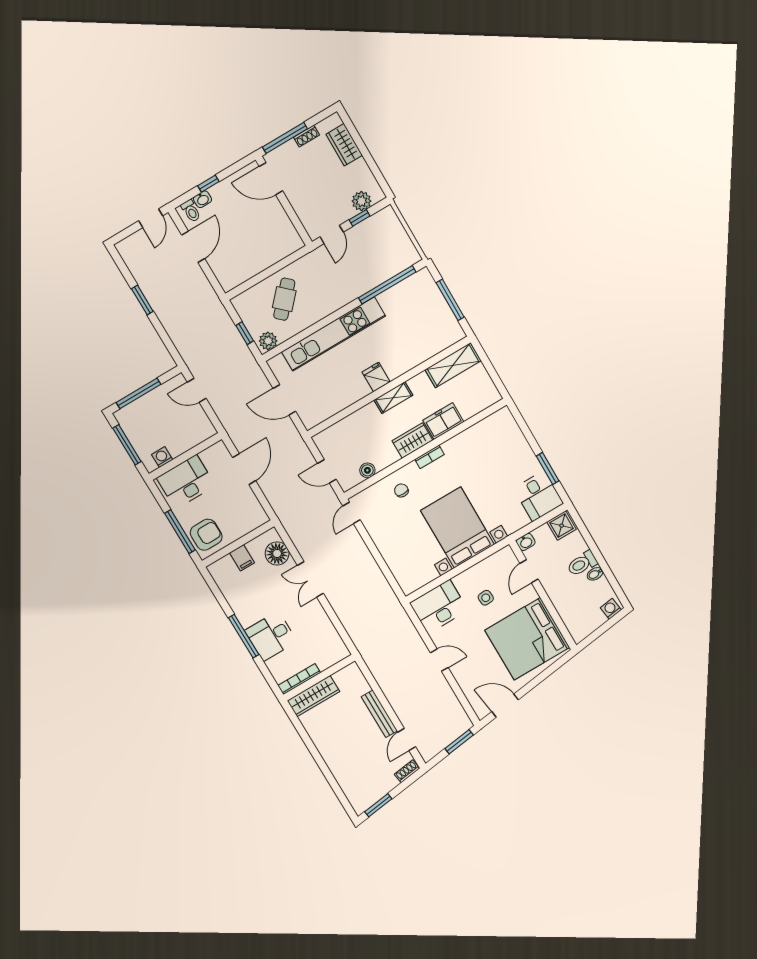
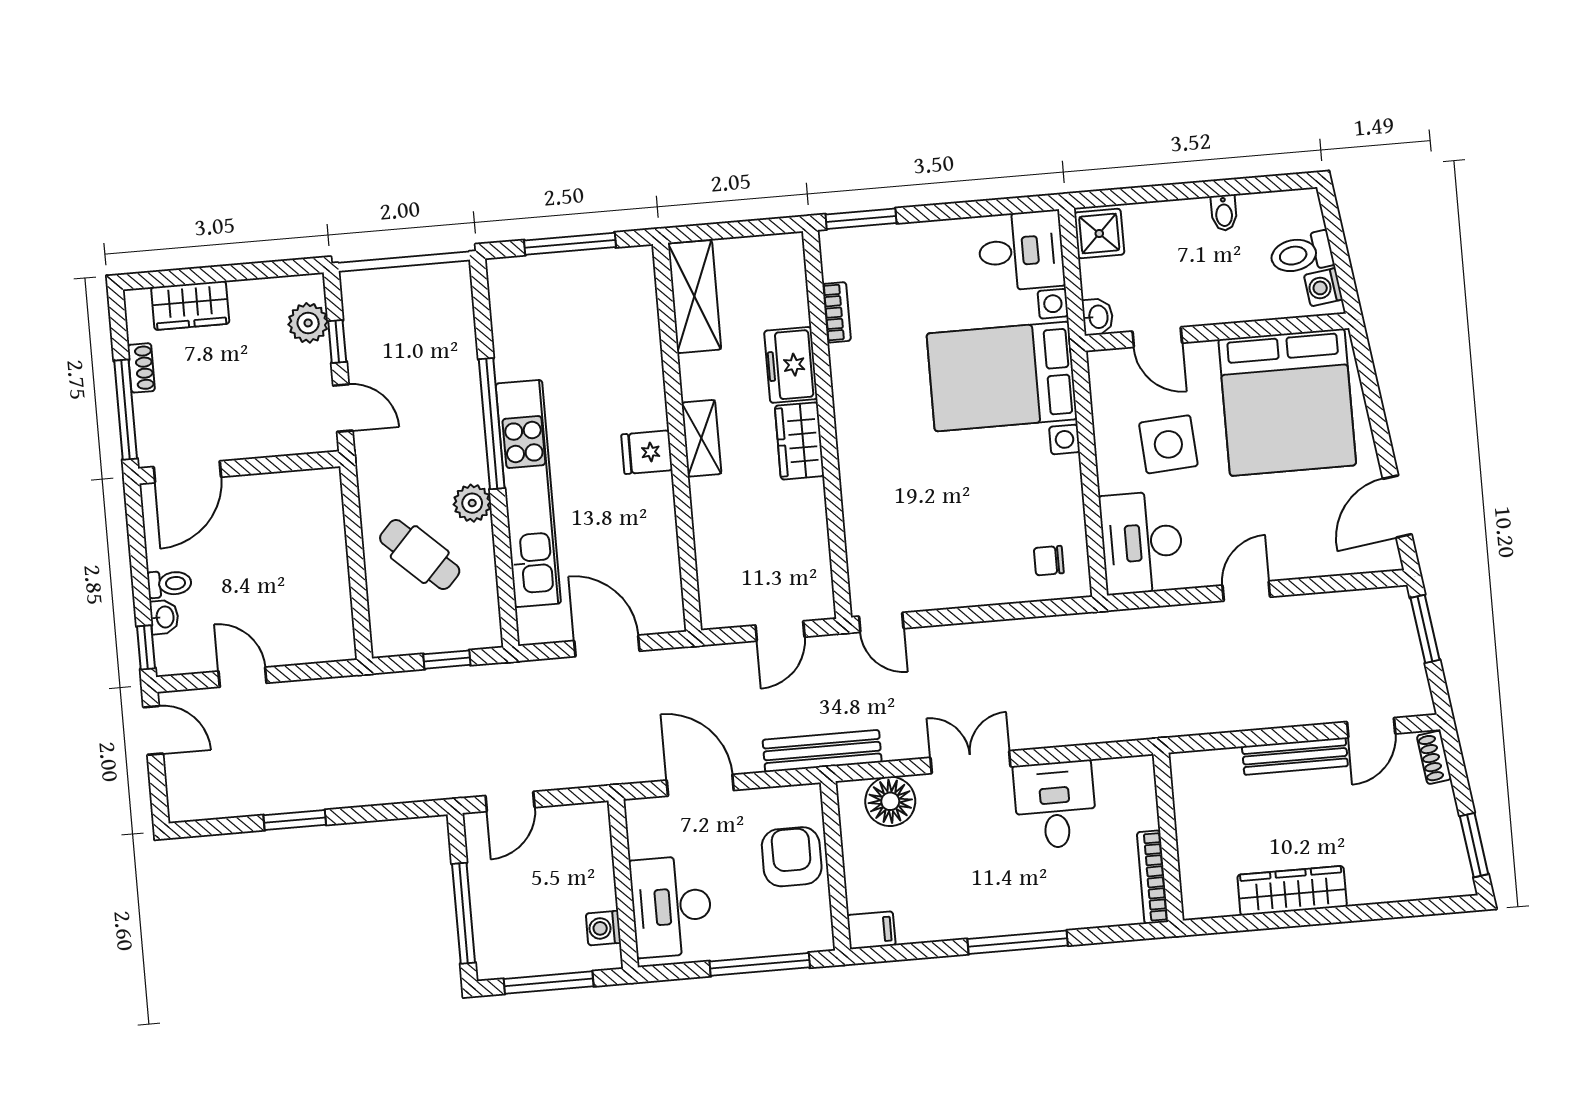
window: (208, 184) -> (146, 647), moved
toilet: (191, 211) -> (169, 584), moved
door: (193, 247) -> (242, 677), width x0.73
window: (387, 285) -> (492, 424), moved
plant: (268, 341) -> (472, 503), moved
door: (284, 400) -> (607, 646), swing flipped
bookcase: (429, 457) -> (837, 312), moved
window: (548, 469) -> (861, 219), moved
boiler: (367, 470) -> (815, 553), removed
chair: (401, 490) -> (1049, 561), moved
bench: (284, 514) -> (822, 751), added
bed with nightstands: (457, 528) -> (1002, 376), moved
armchair: (206, 535) -> (792, 857), moved
filing cabinet: (242, 558) -> (871, 930), moved
toilet: (582, 564) -> (1301, 254), moved, turned 82
double door: (310, 579) -> (970, 762), swing flipped
side table: (486, 598) -> (1168, 444), width x1.87, depth x1.87
washing machine: (611, 609) -> (1323, 287), moved
desk: (271, 636) -> (1055, 805), moved, turned 180
wardrobe: (313, 696) -> (1292, 891), moved, turned -90
door: (407, 739) -> (1371, 728), hinge flipped

